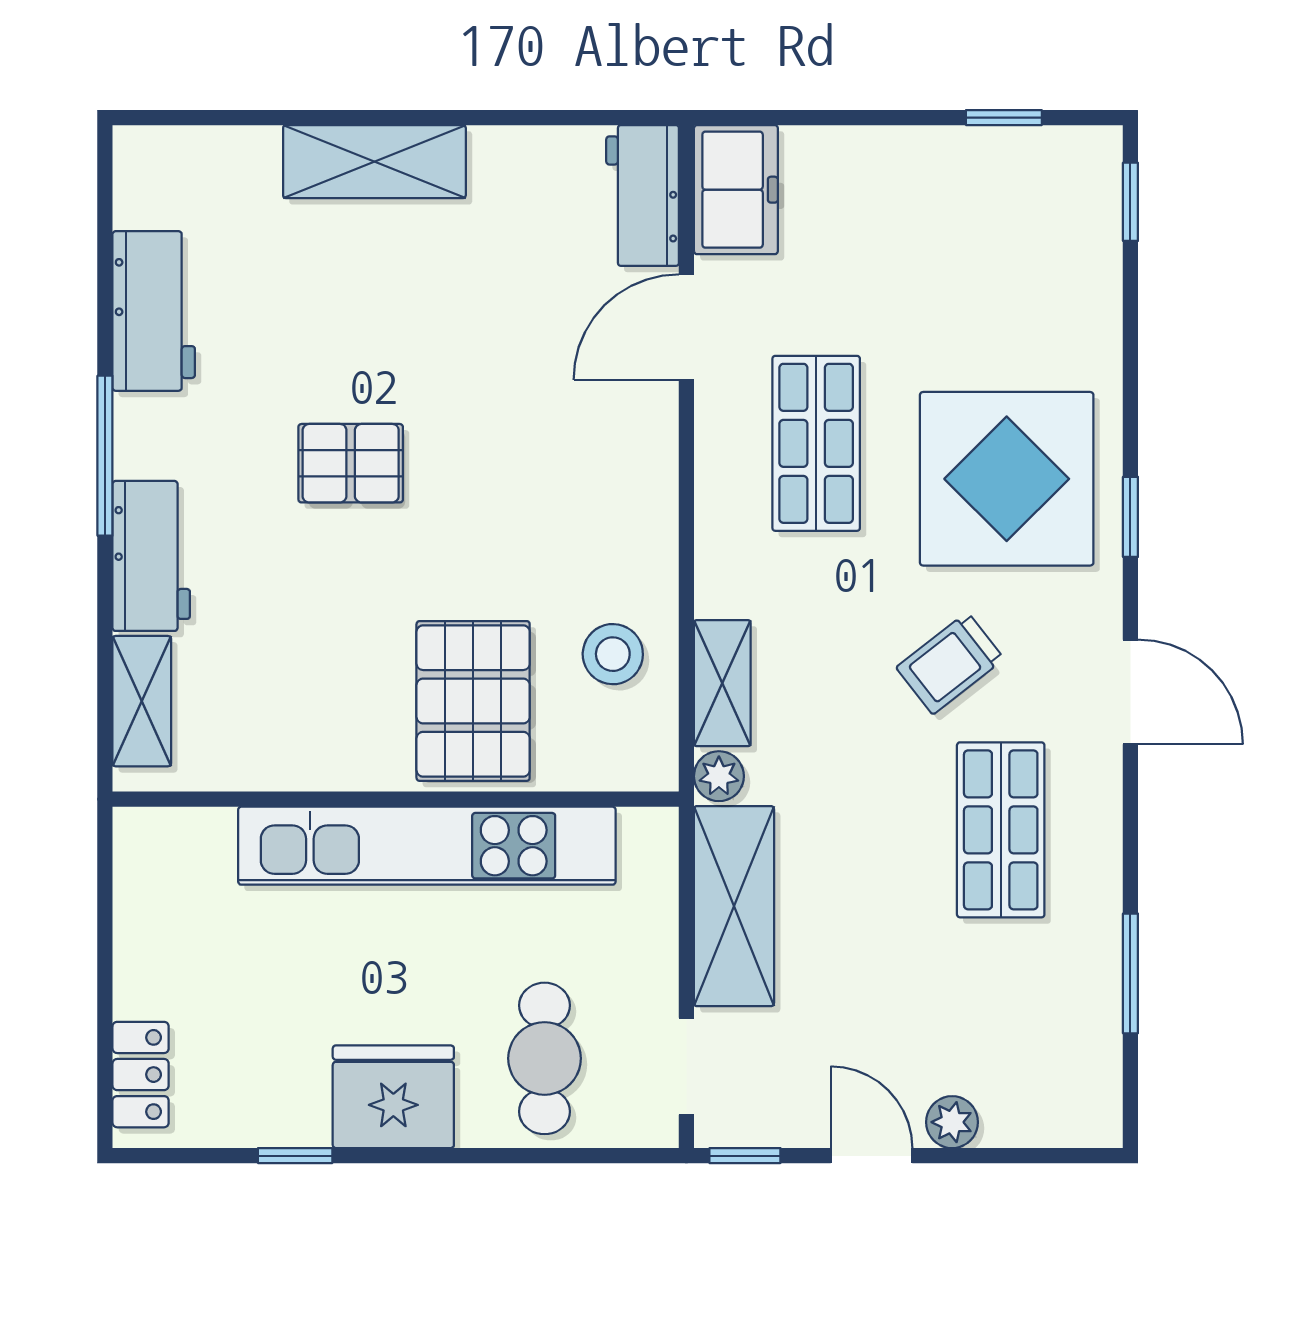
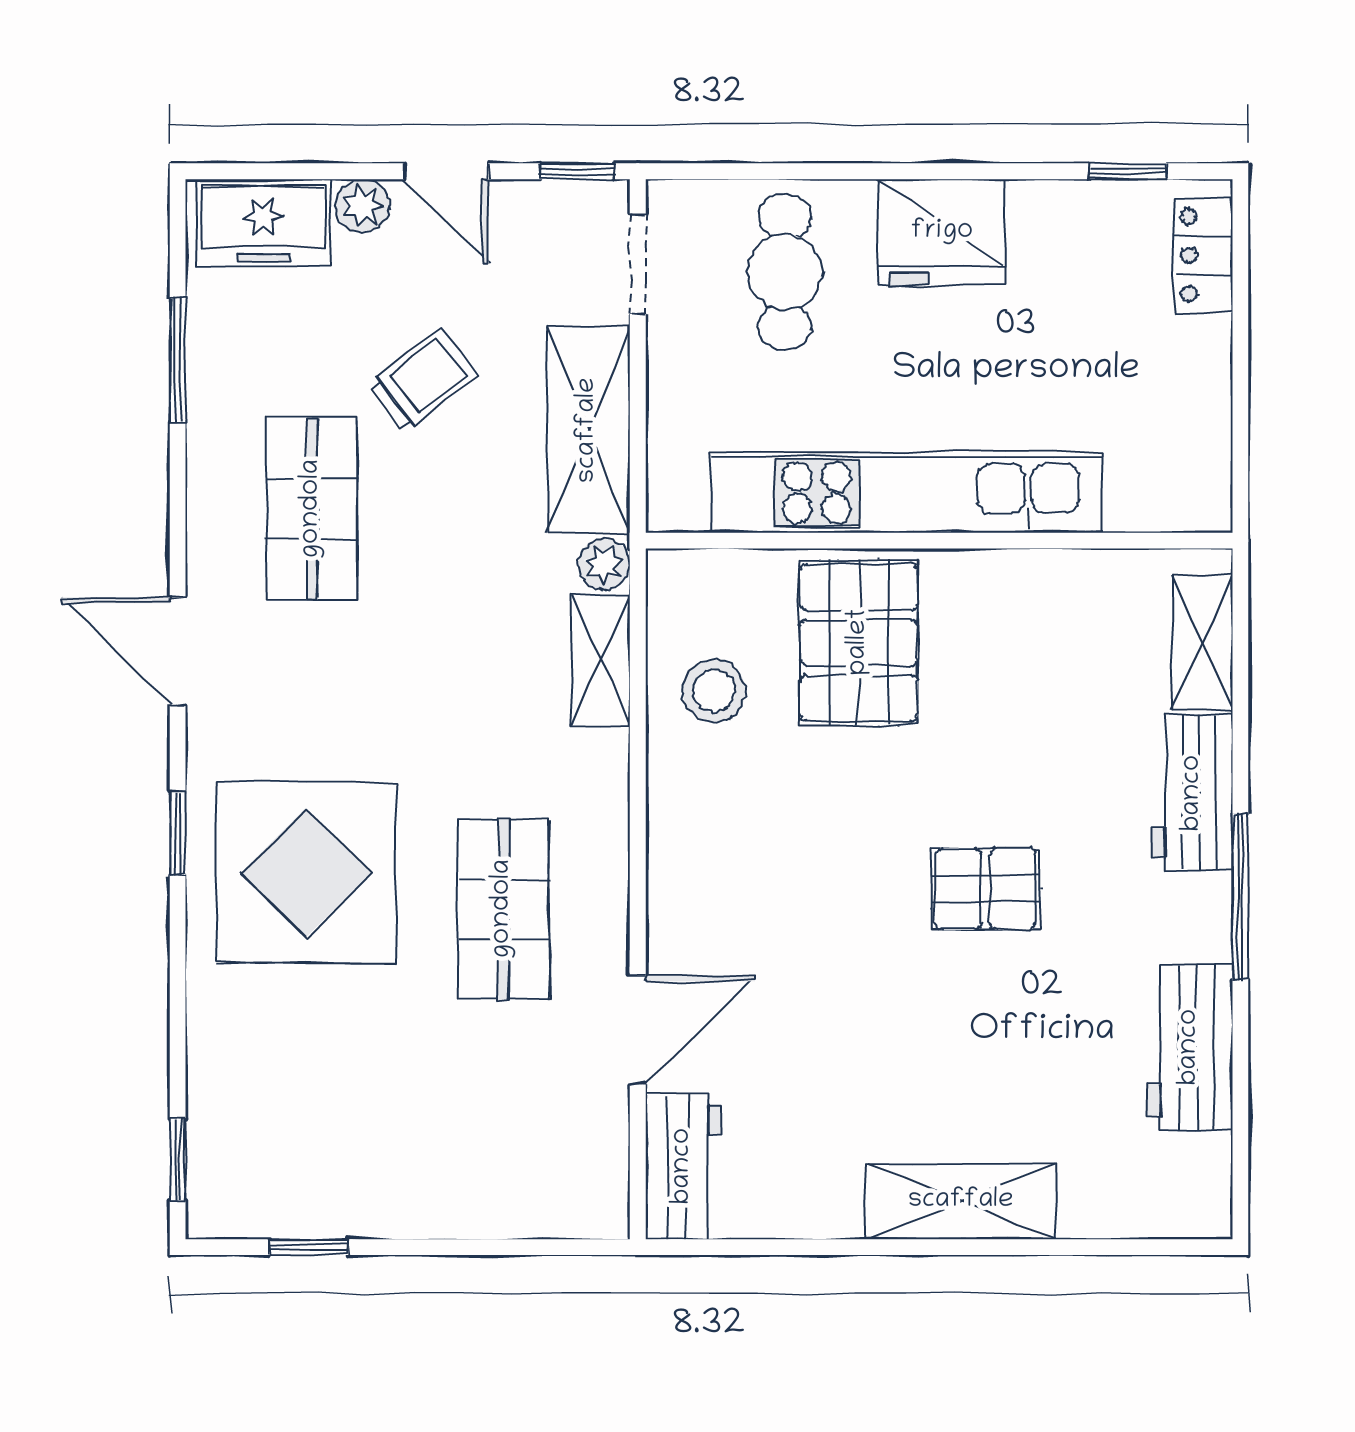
freezer: (736, 190) -> (264, 222), moved, turned -90
trolley: (950, 663) -> (423, 380), moved
window: (295, 1156) -> (1128, 171), moved

